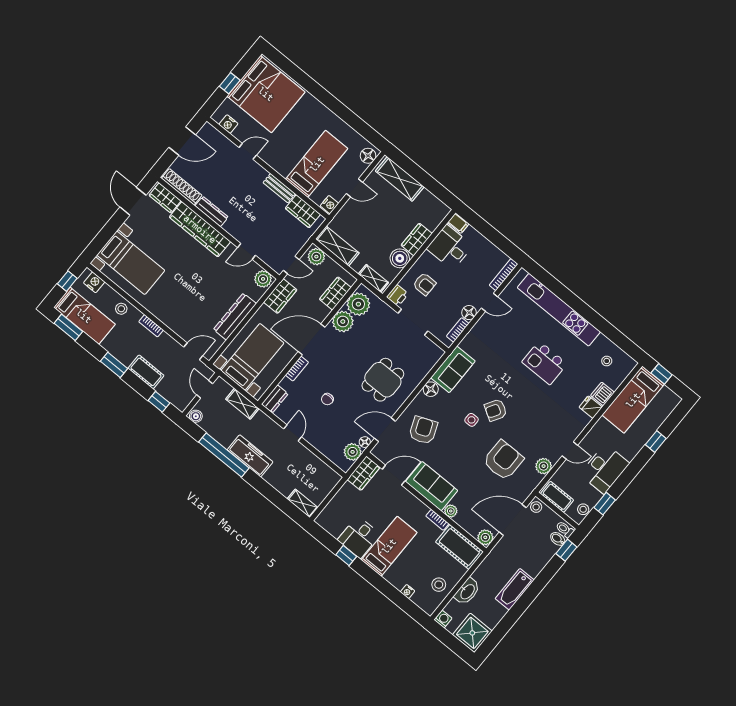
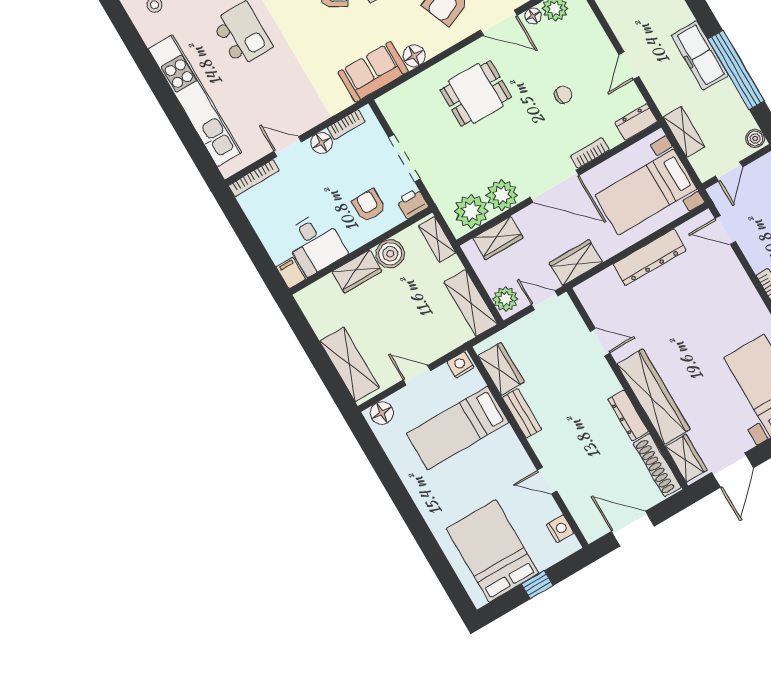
bed: (266, 94) -> (492, 551), width x0.73
plant: (263, 279) -> (591, 295), removed

